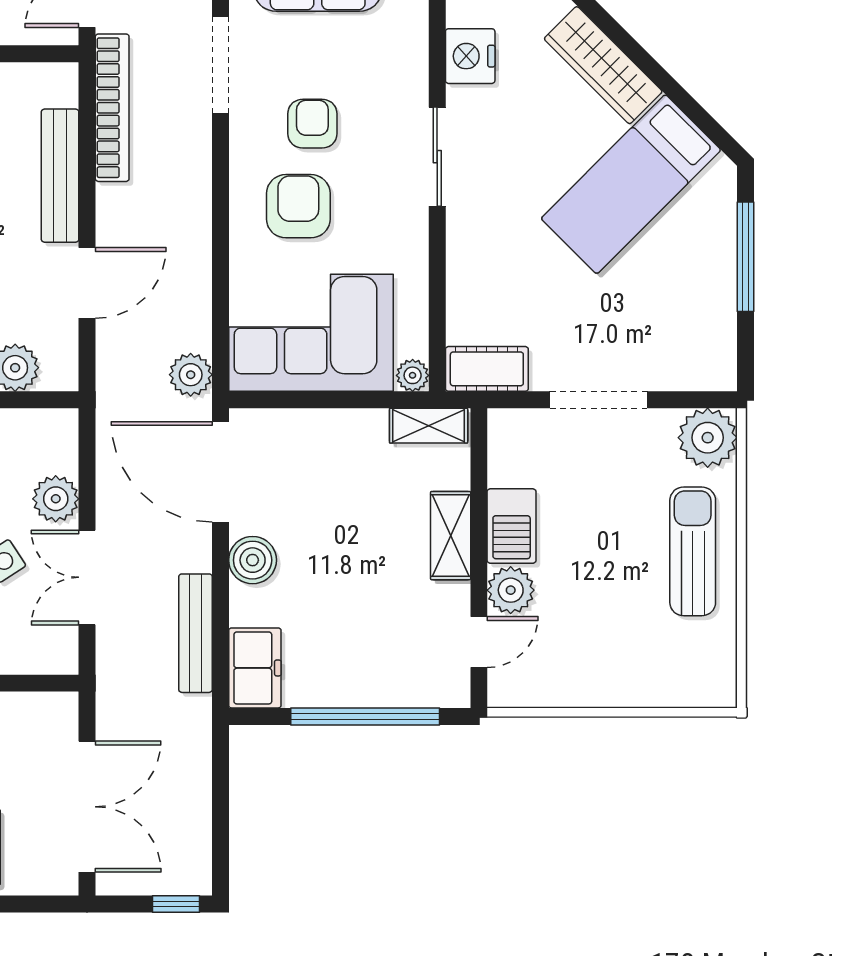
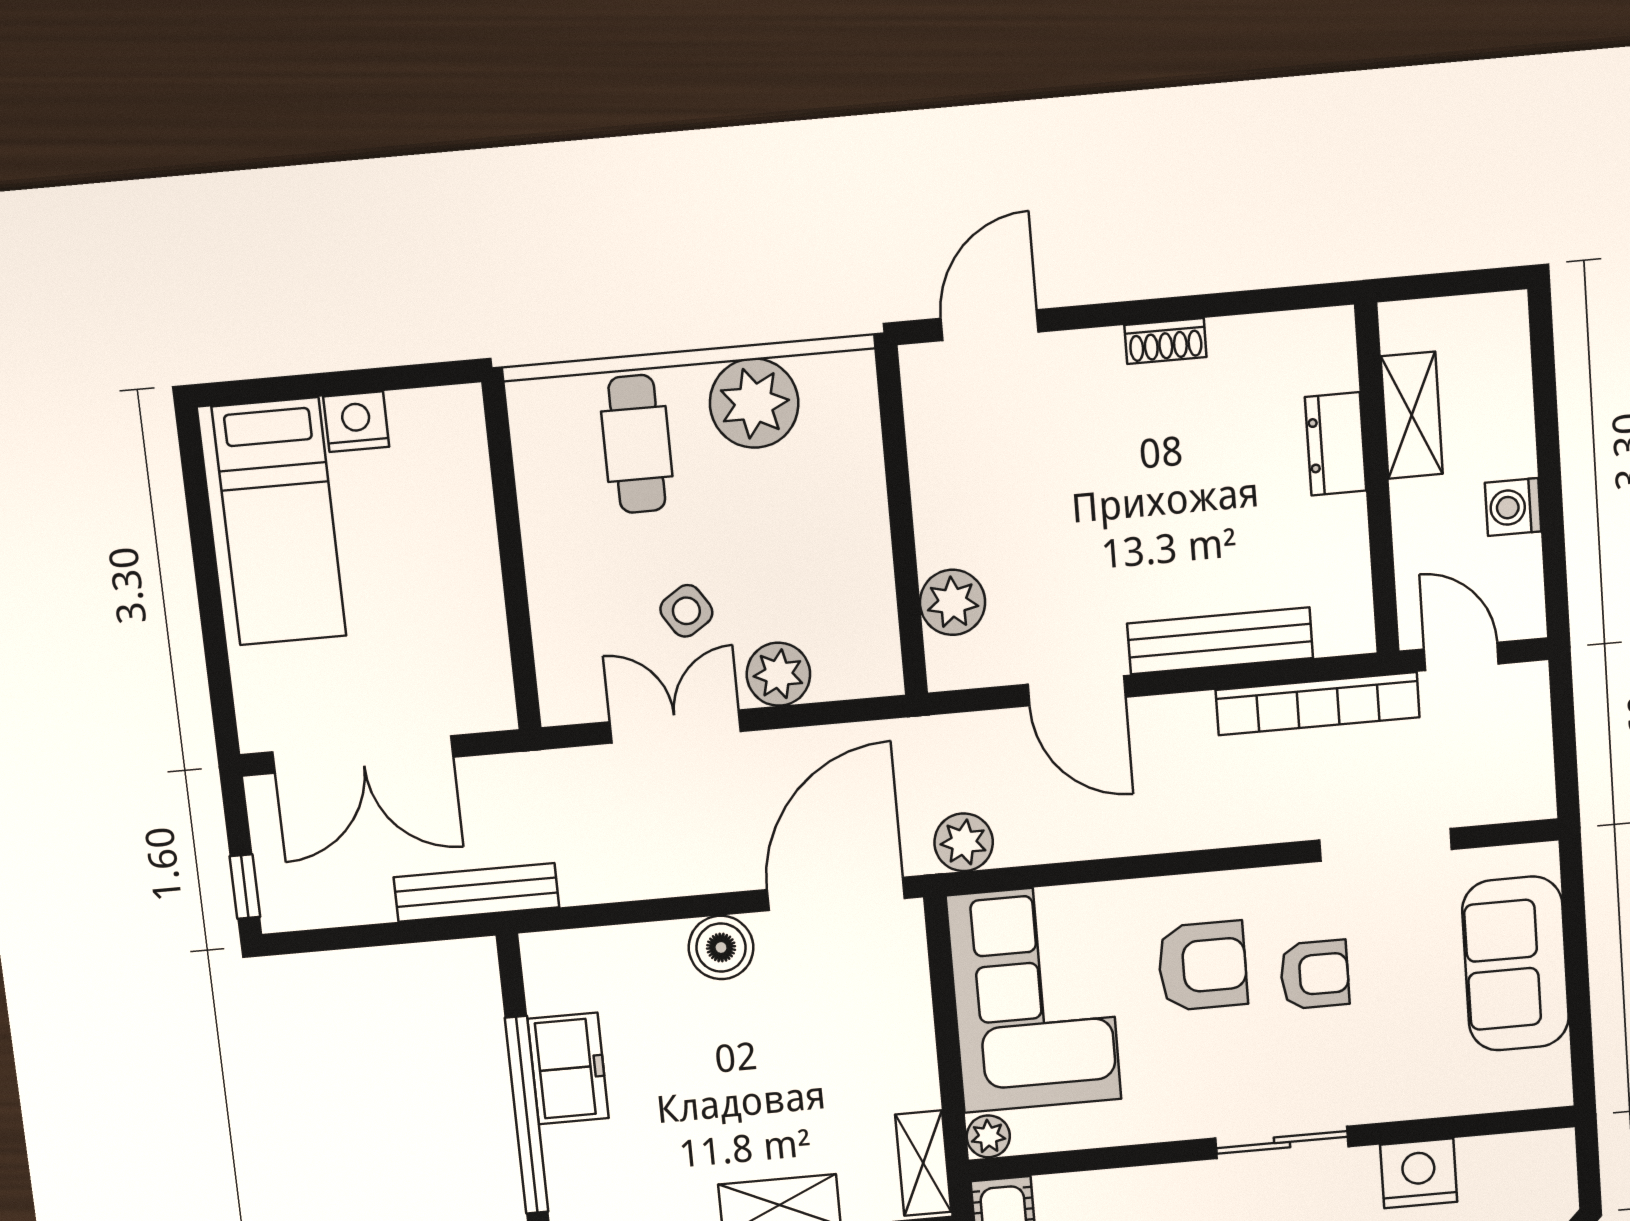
bench: (195, 633) -> (476, 892), moved
freezer: (255, 668) -> (568, 1068), moved, turned -90

